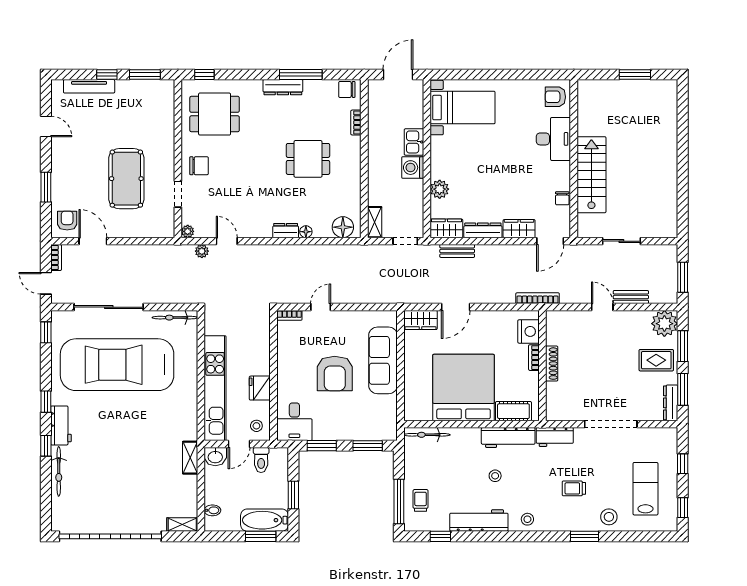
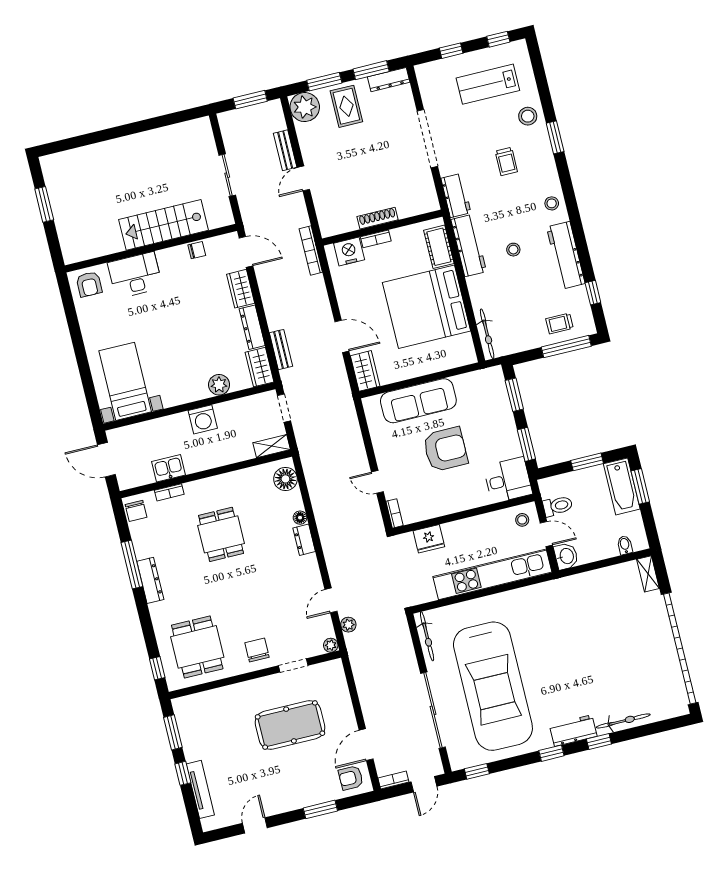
kitchen sink: (414, 142) -> (169, 468), moved, turned 180
fridge: (260, 388) -> (429, 539), moved
shelving: (190, 458) -> (574, 583), removed

